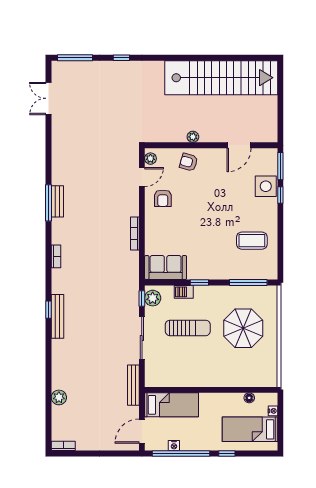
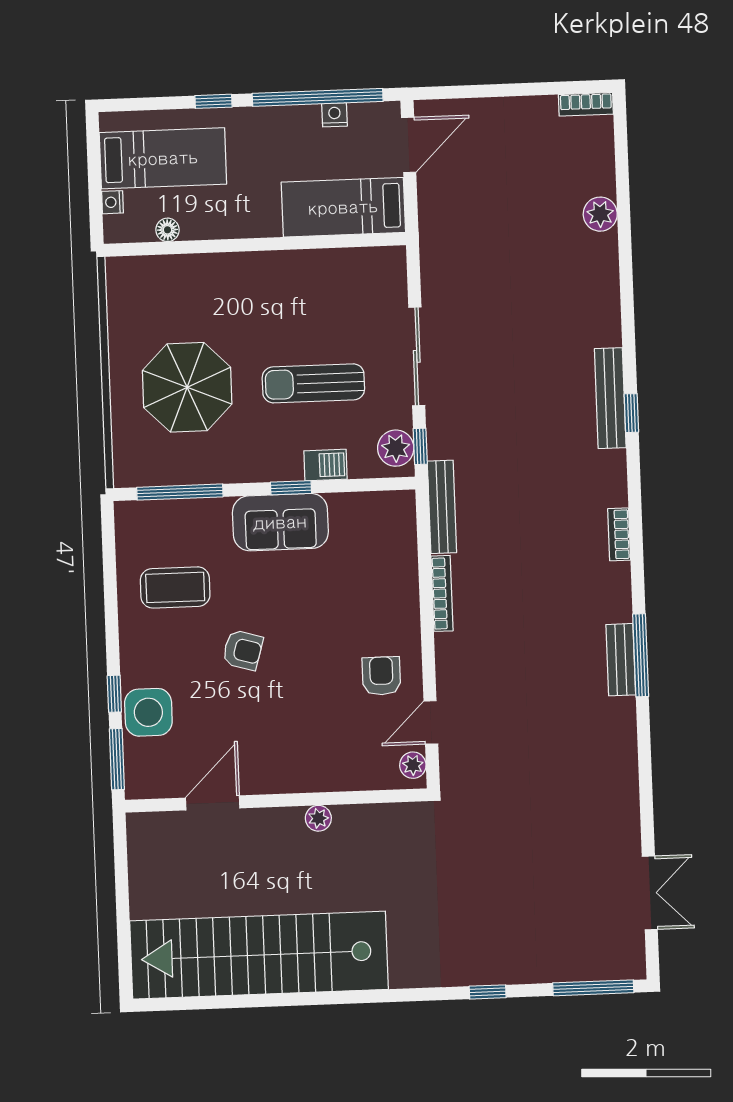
armchair: (189, 162) -> (243, 650), moved
sofa: (166, 268) -> (280, 522), moved
bench: (133, 385) -> (442, 507), moved

